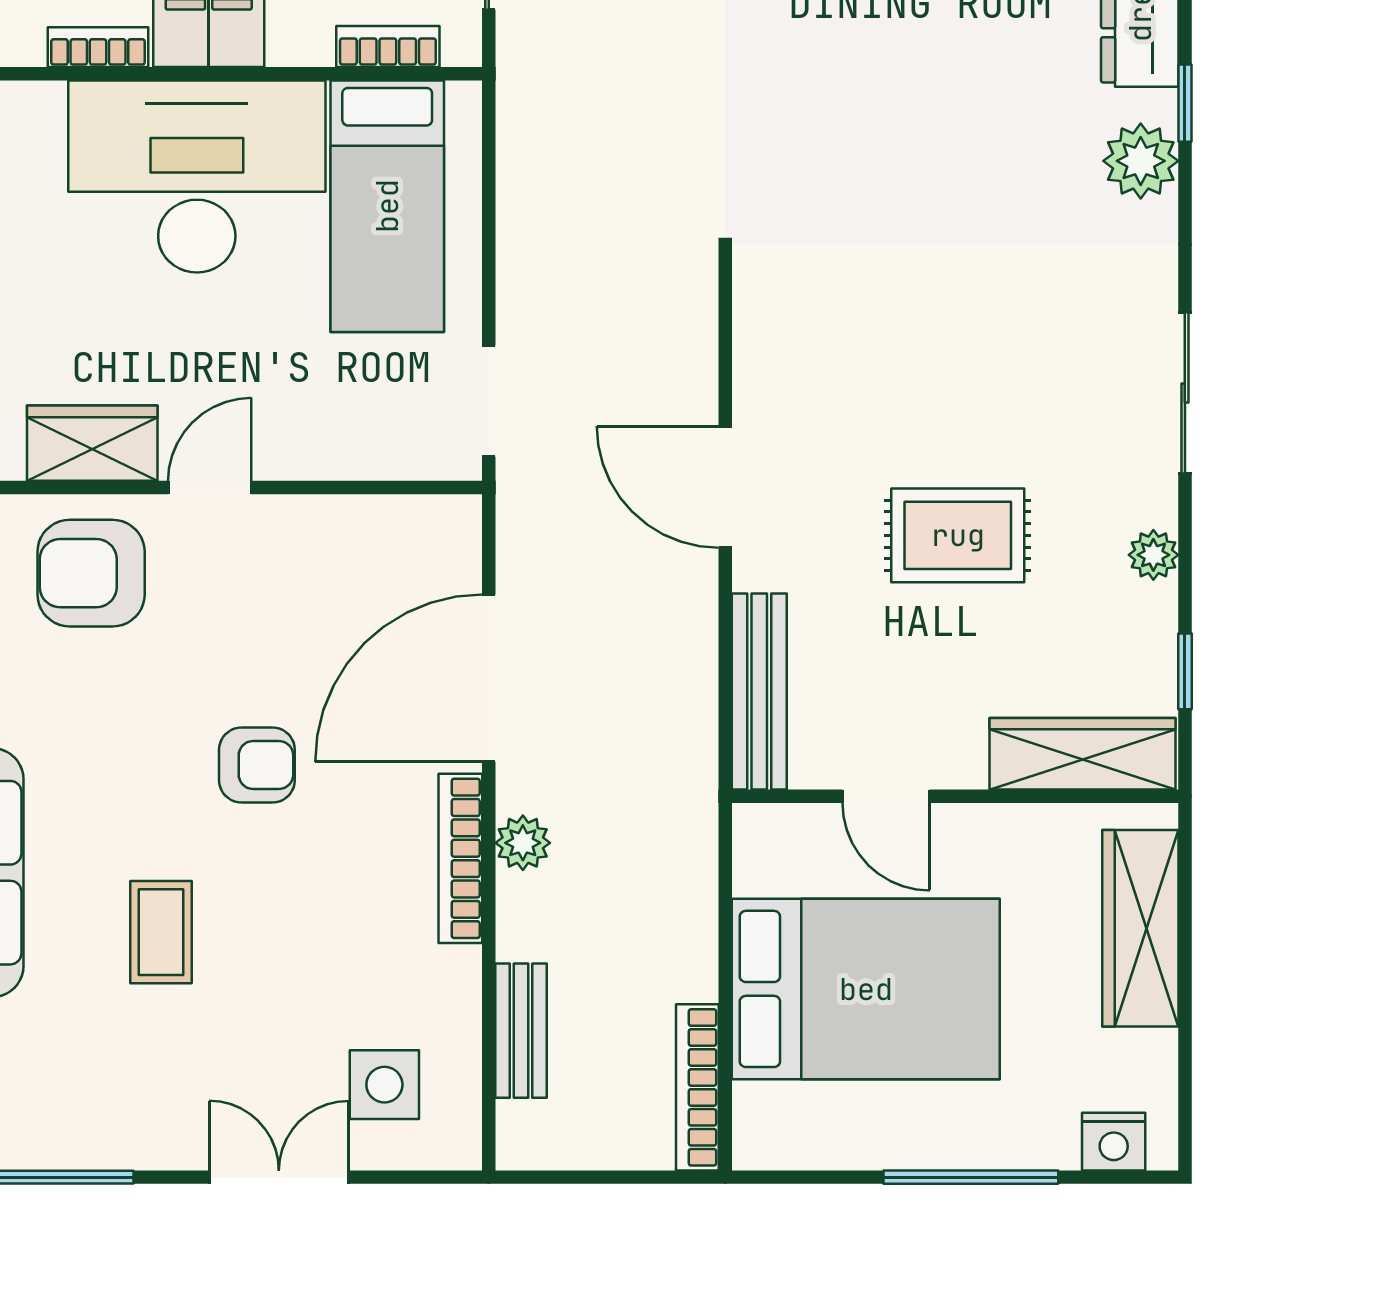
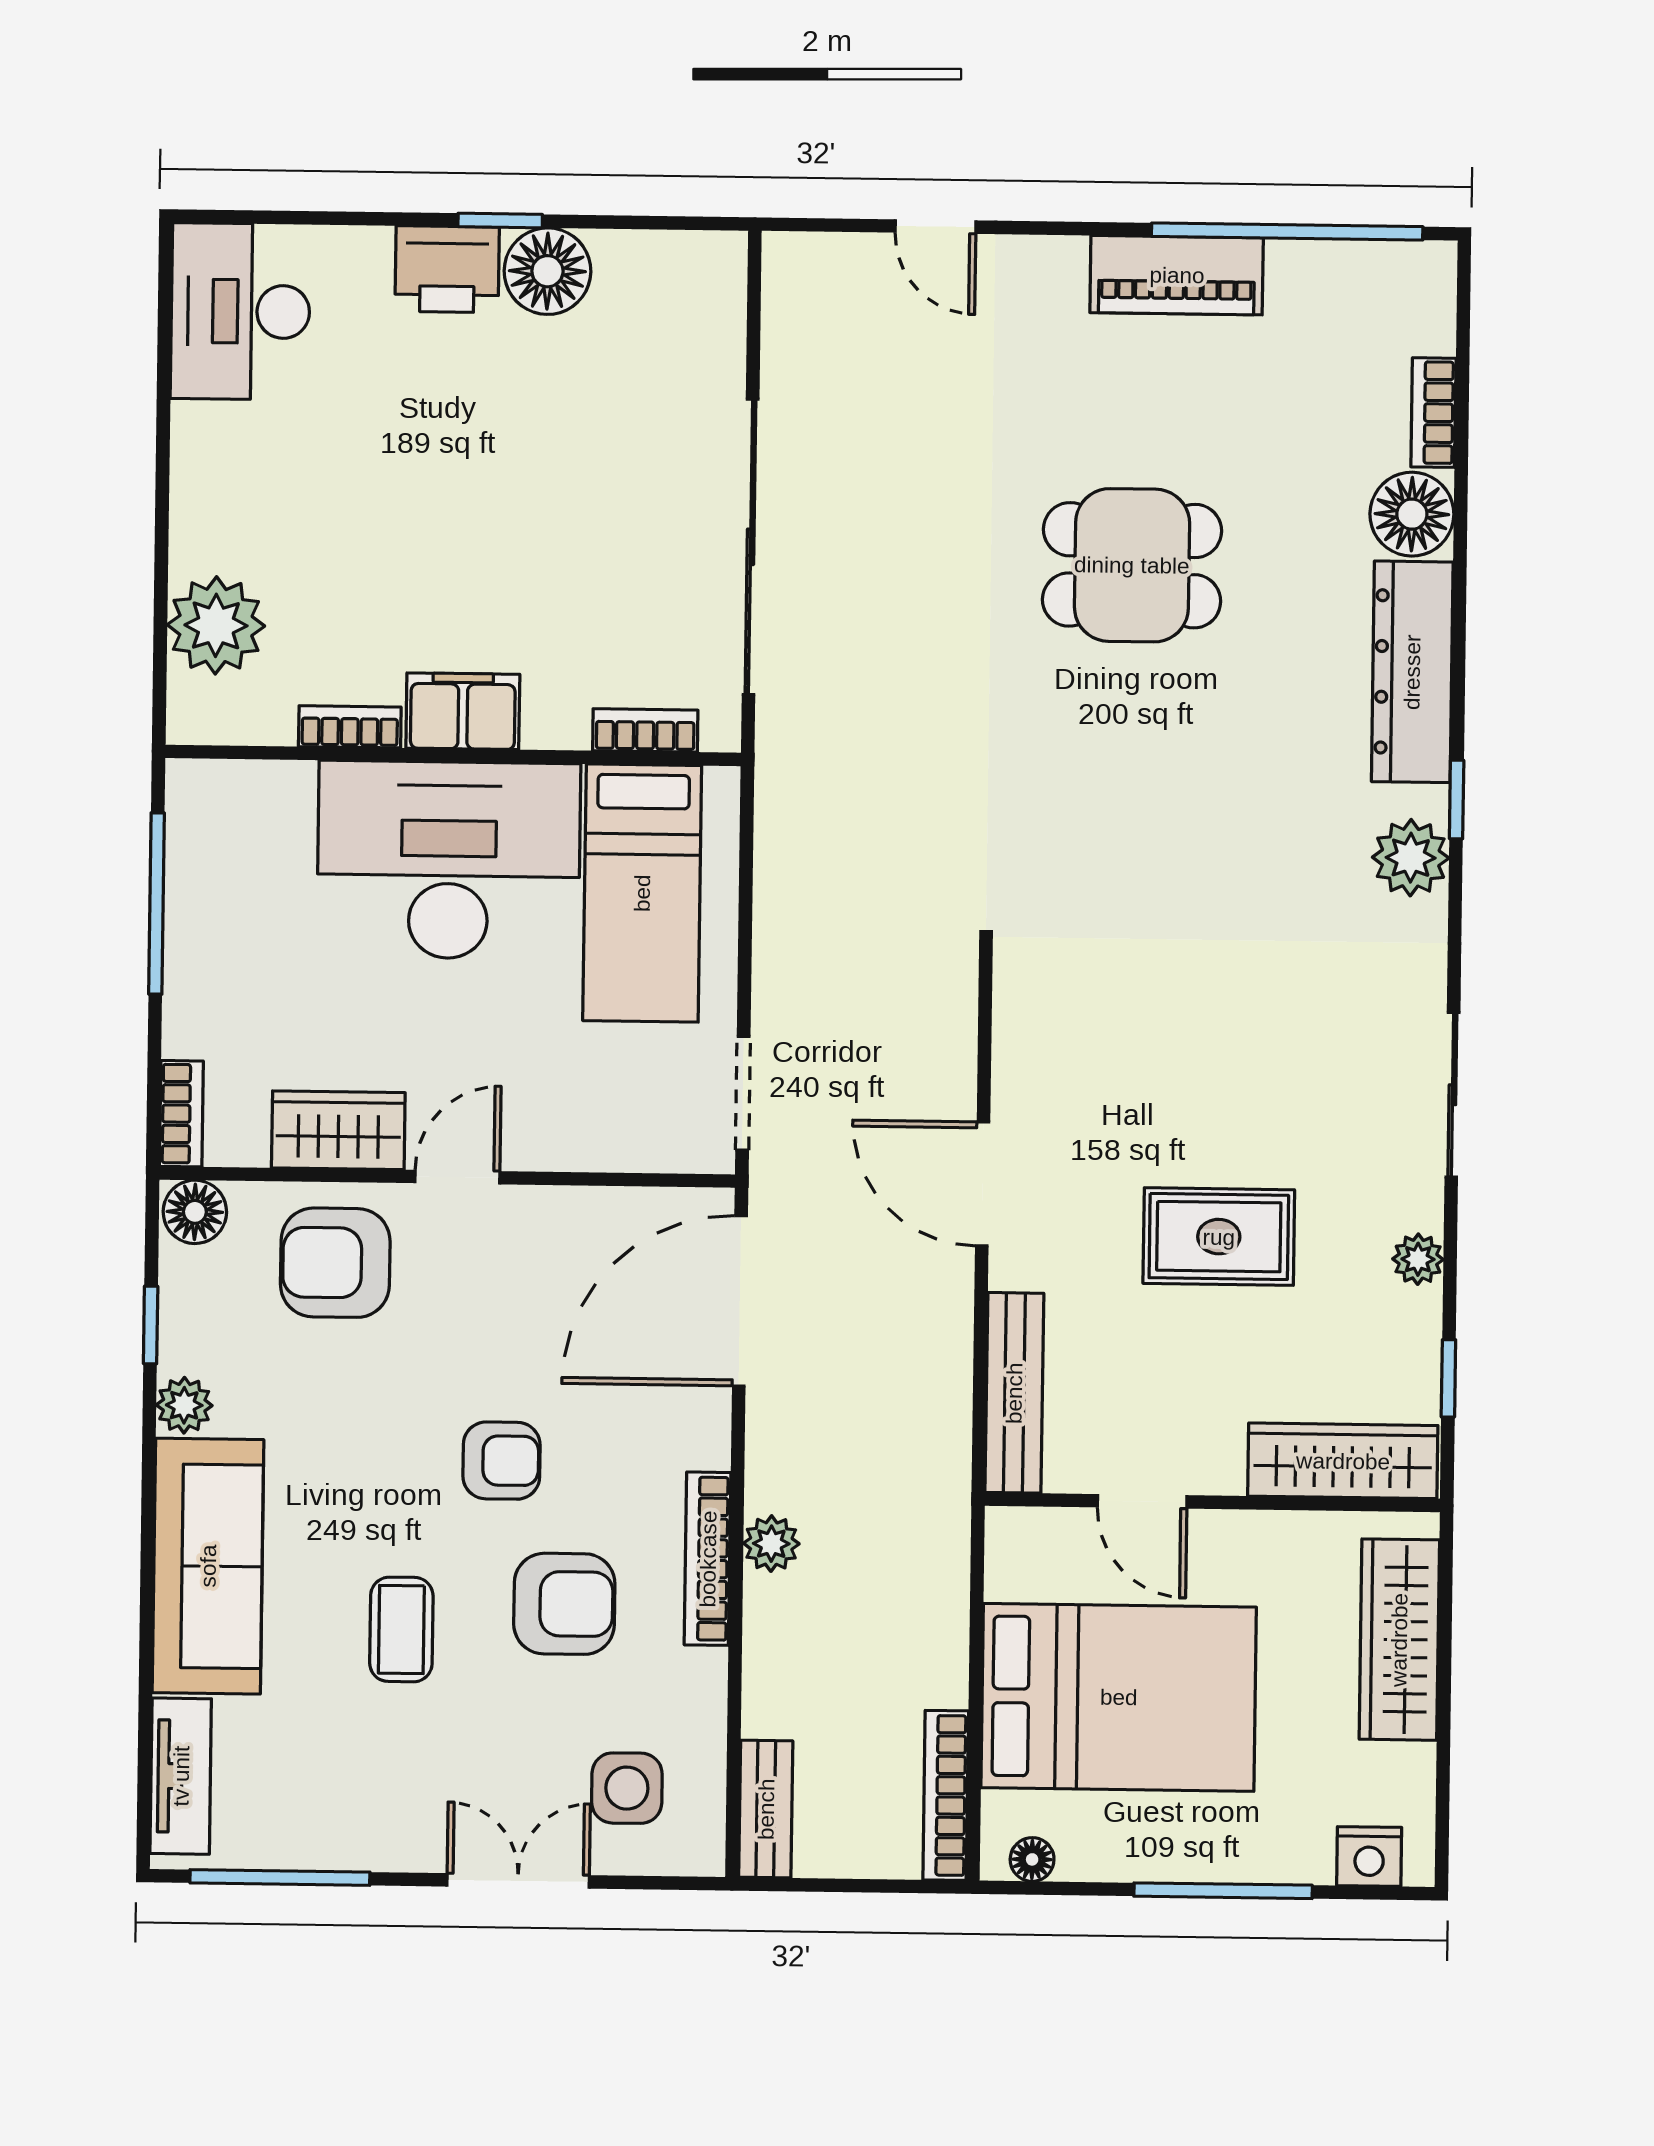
door: (489, 678) -> (740, 1301), moved
armchair: (321, 905) -> (564, 1604), added
bench: (521, 1031) -> (766, 1809), moved
floor lamp: (783, 1149) -> (1032, 1859), added

